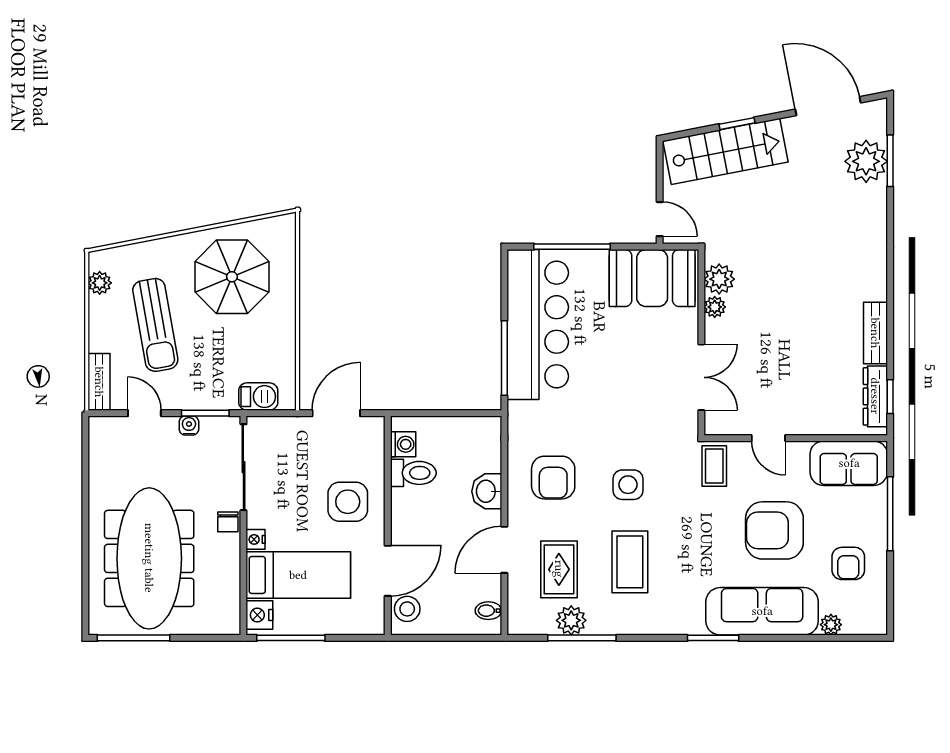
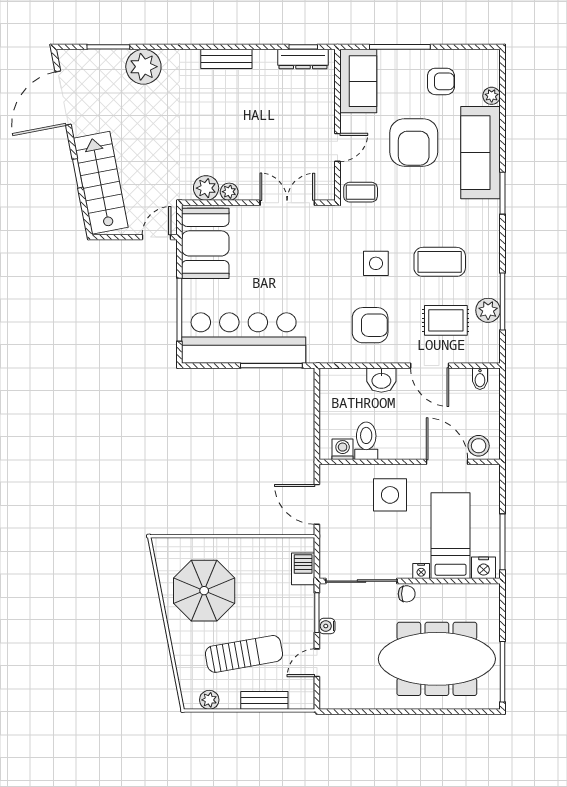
plant: (866, 161) -> (143, 67), moved
bench: (875, 333) -> (226, 59), moved
bench: (99, 382) -> (264, 700), moved

